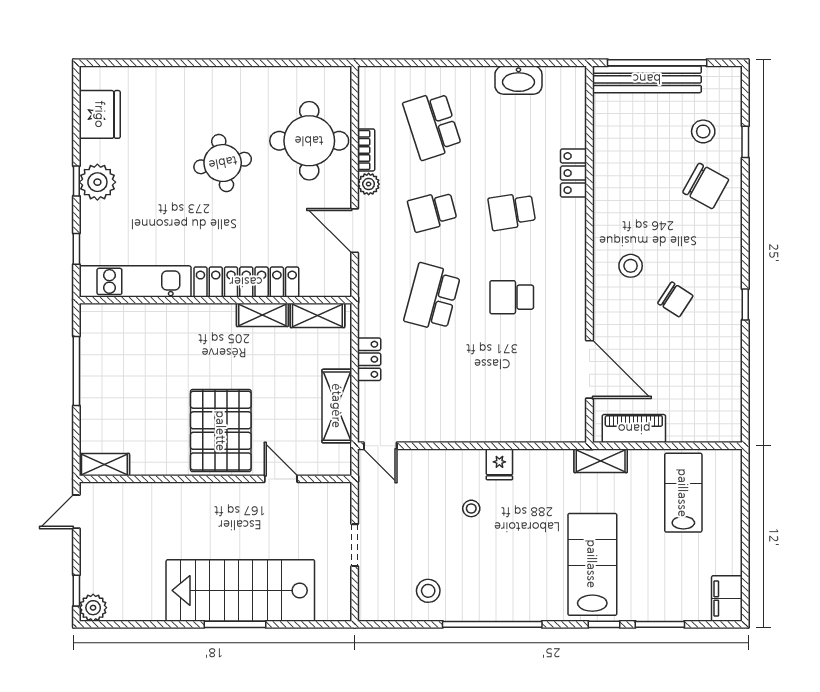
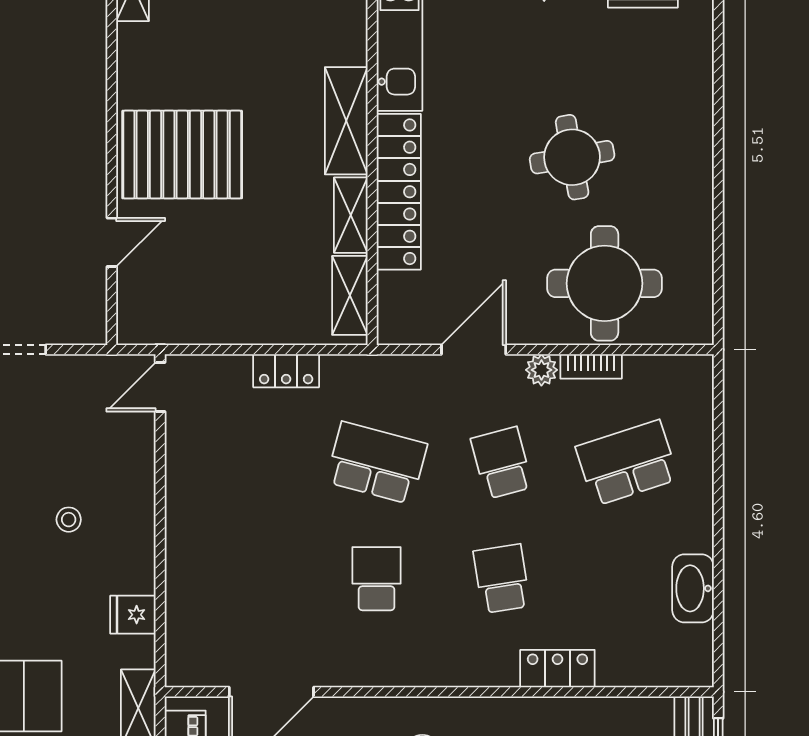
shelving: (337, 406) -> (346, 121), moved, turned 90
fridge: (499, 464) -> (133, 615), moved

